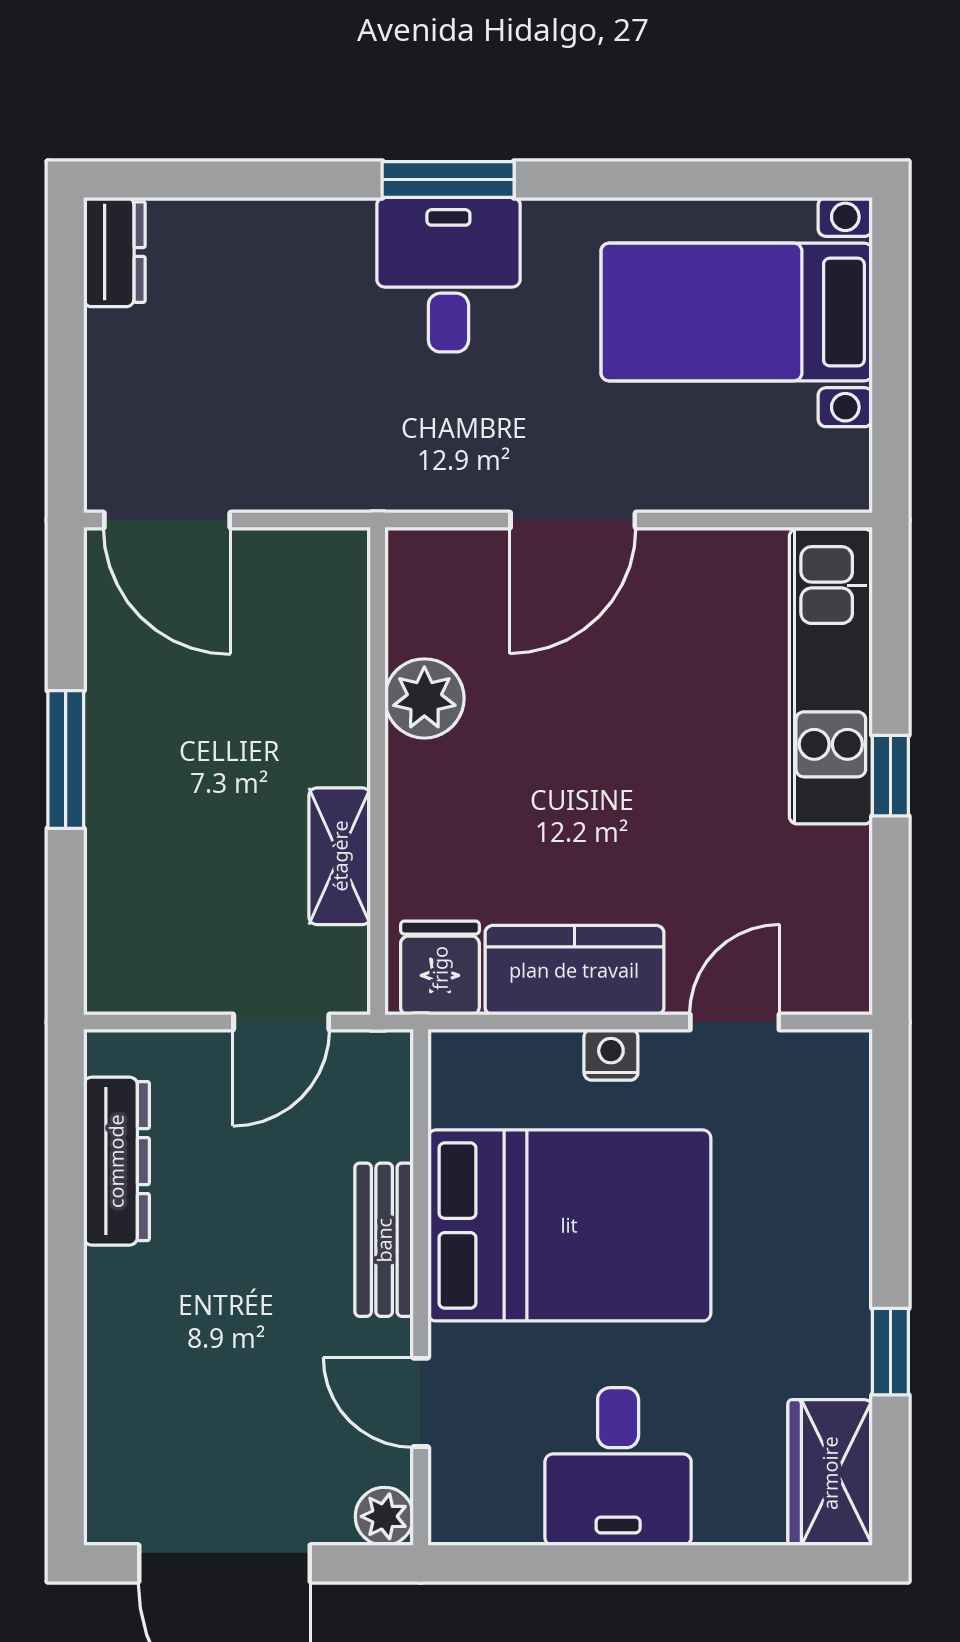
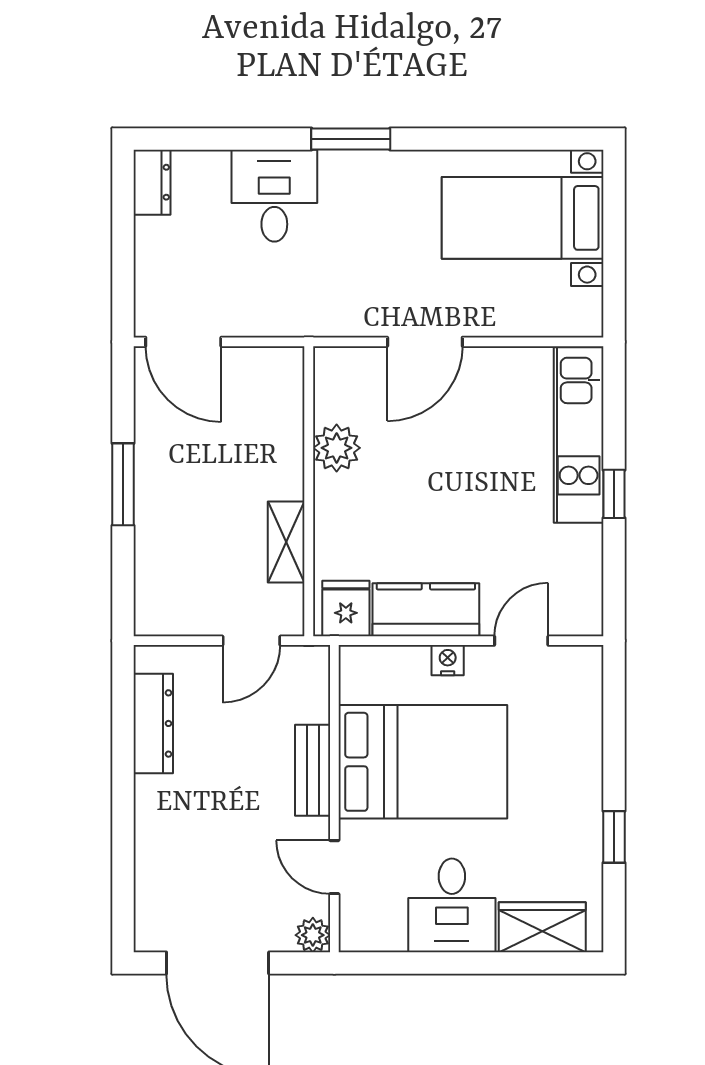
desk: (448, 275) -> (274, 196), moved
wardrobe: (830, 1473) -> (542, 927), moved, turned 90

